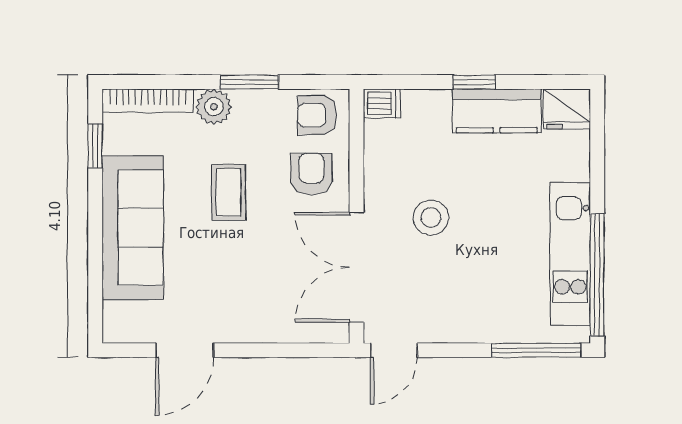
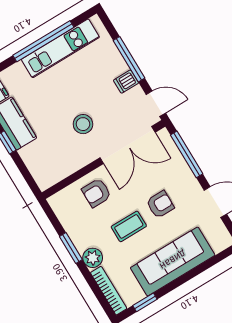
dishwasher: (382, 103) -> (126, 82), moved, turned -90
armchair: (317, 115) -> (160, 204), moved, turned -90
window: (597, 275) -> (43, 41), moved
window: (286, 350) -> (187, 154), added
window: (536, 350) -> (129, 59), moved

